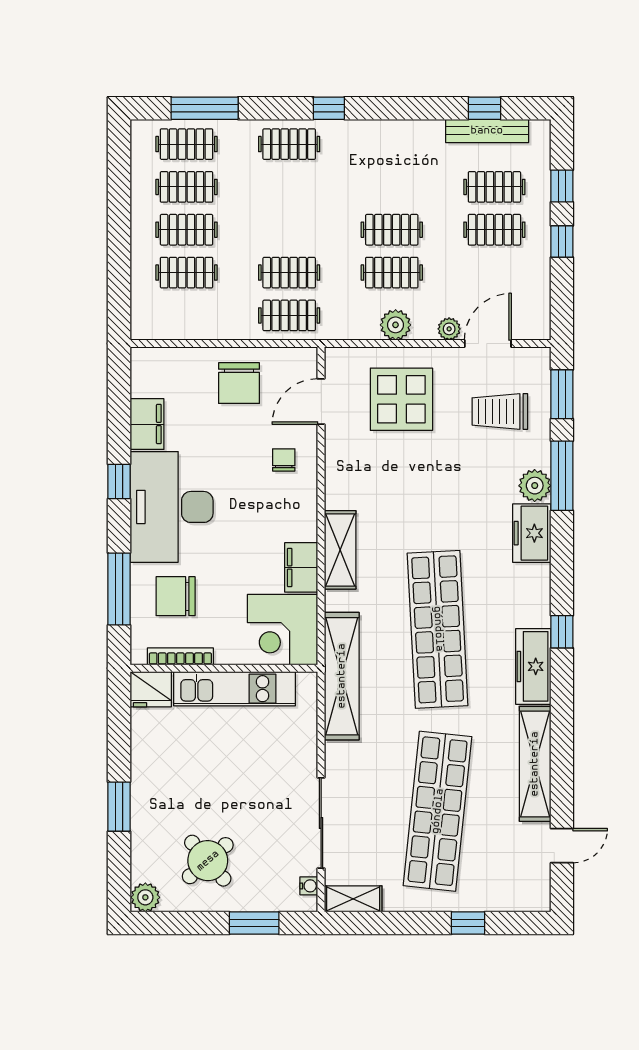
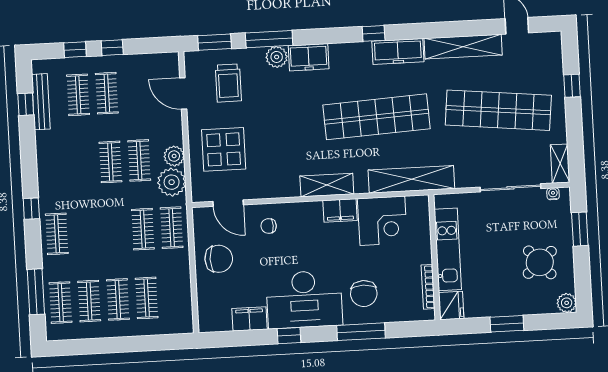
plant: (449, 329) -> (172, 182), moved, width x1.88, depth x1.88
bookcase: (180, 656) -> (428, 287), moved
wall: (224, 668) -> (434, 257), moved
fridge: (151, 689) -> (451, 305), moved
kitchen unit: (234, 689) -> (448, 249), moved

